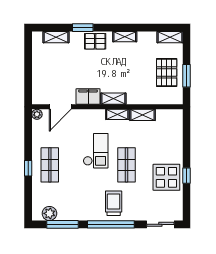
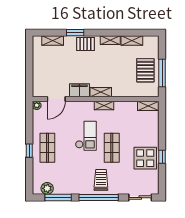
shelving: (170, 37) -> (132, 41), moved
window: (187, 76) -> (162, 73), width x1.44
shelving: (143, 115) -> (148, 106), moved

